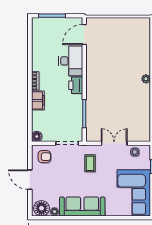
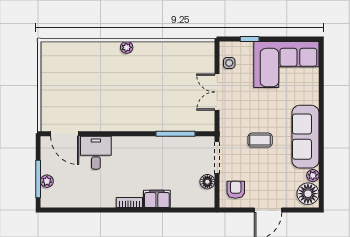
plant: (50, 22) -> (47, 181), added
desk: (71, 61) -> (96, 153), width x0.73
printer: (76, 85) -> (136, 146), removed
floor lamp: (37, 136) -> (207, 182), moved
coffee table: (90, 163) -> (260, 140), moved

